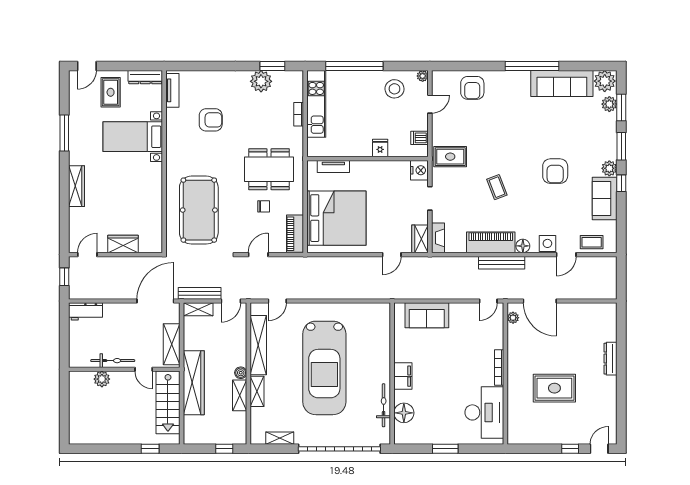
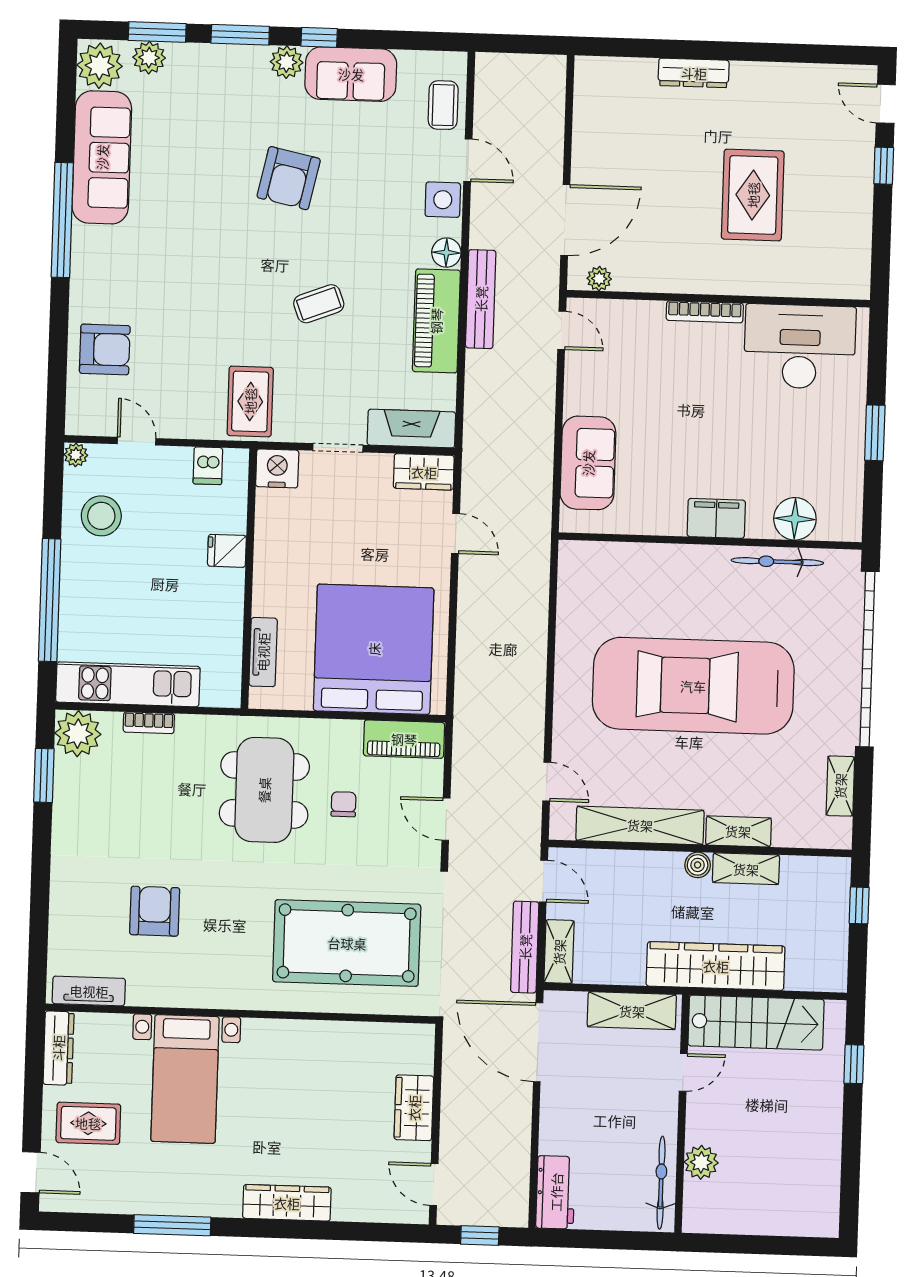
plant: (261, 81) -> (78, 734), moved
armchair: (555, 171) -> (289, 178), turned 102
fireplace: (438, 238) -> (411, 429), width x1.37, depth x1.32
bicycle: (113, 361) -> (661, 1183), moved
car: (324, 368) -> (693, 686), turned 180

